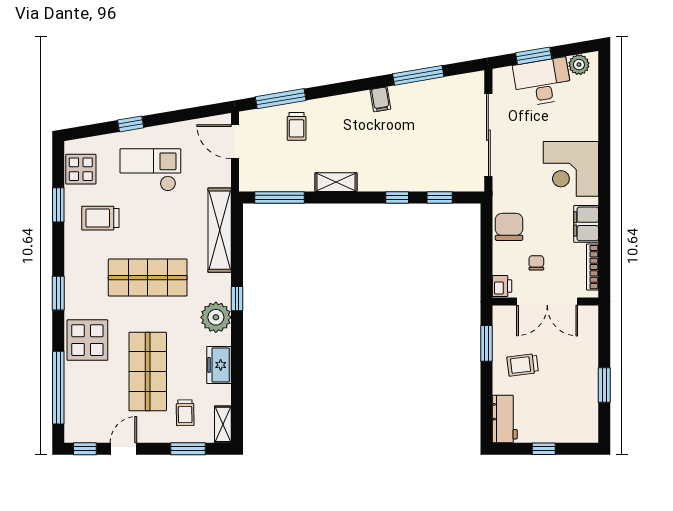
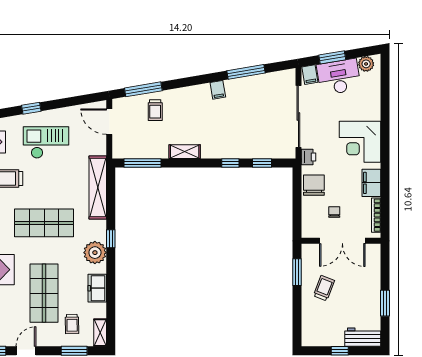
filing cabinet: (504, 79) -> (310, 75), added
printer: (502, 286) -> (309, 157), moved
trolley: (523, 365) -> (324, 288), turned 118
workbench: (505, 419) -> (363, 337), moved, turned -90

